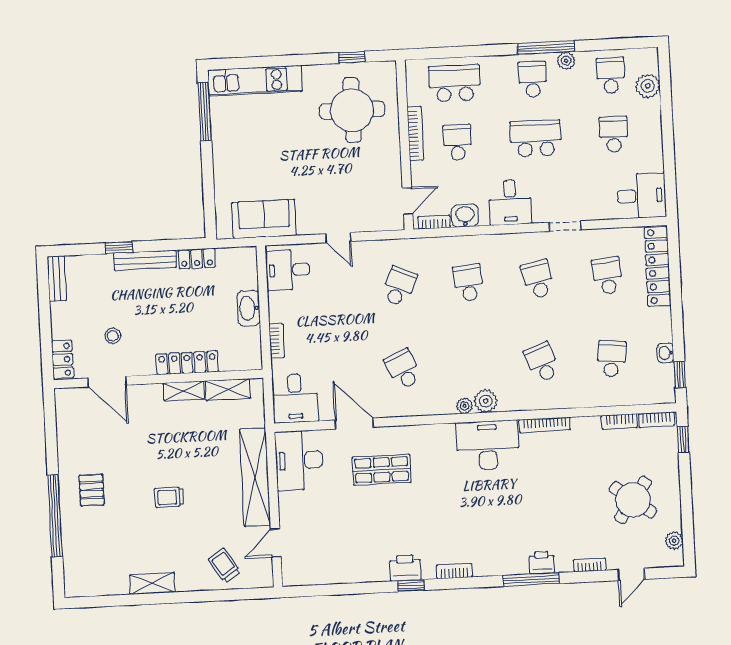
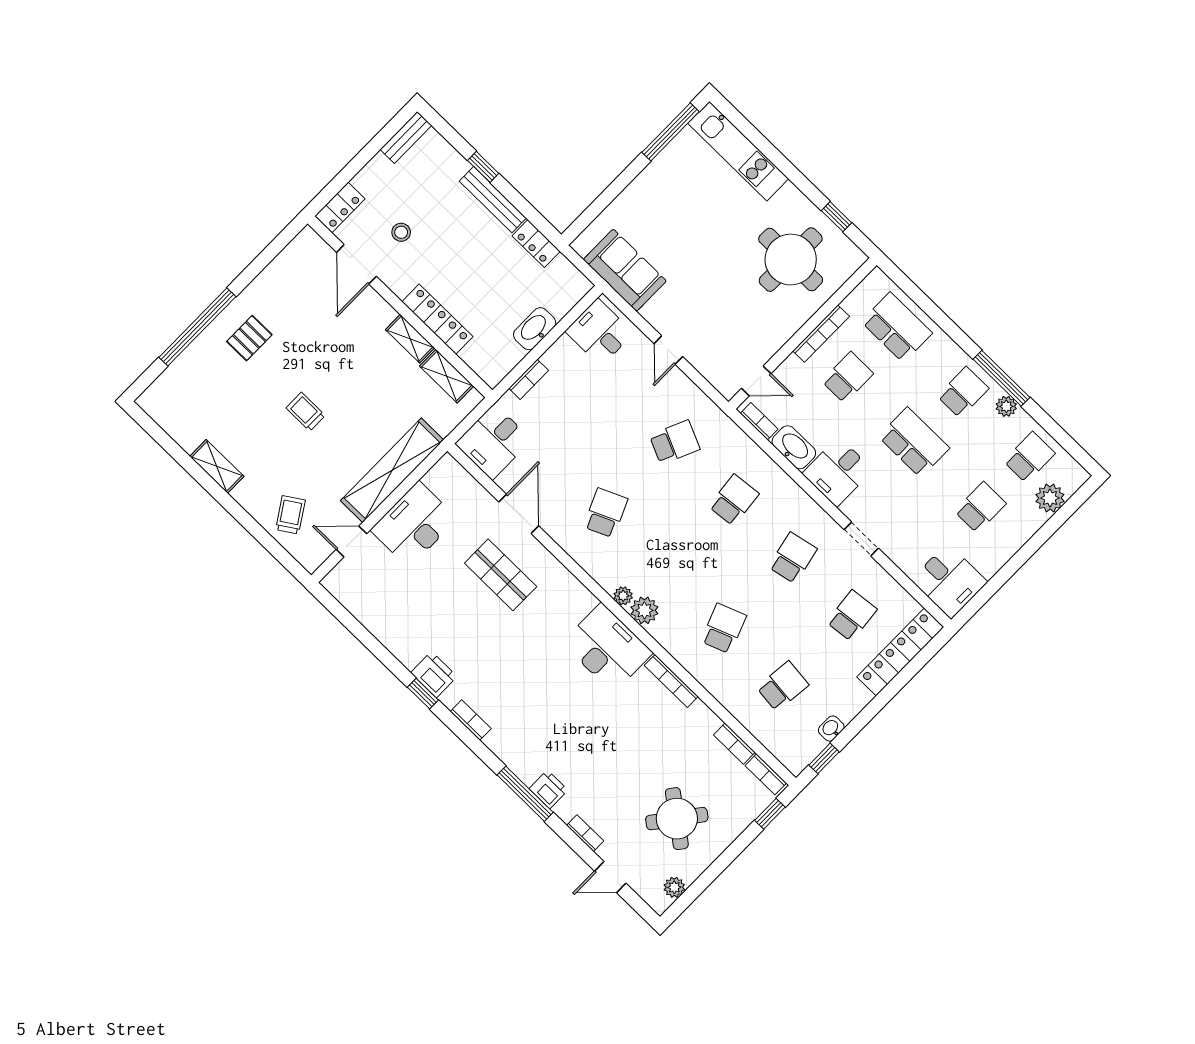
washbasin: (465, 216) -> (794, 447), width x1.38
desk: (299, 460) -> (414, 524), moved

